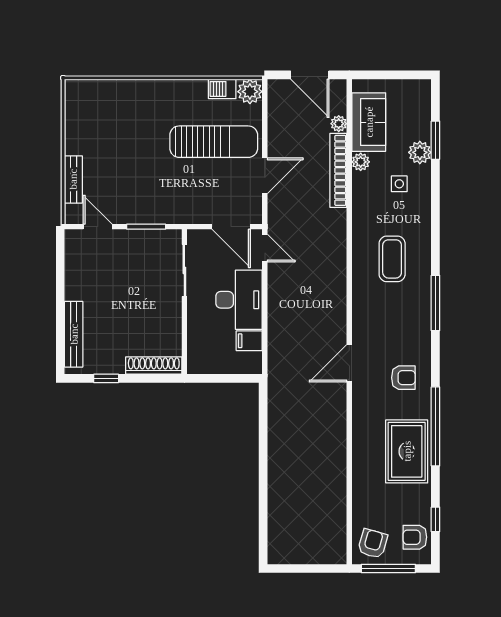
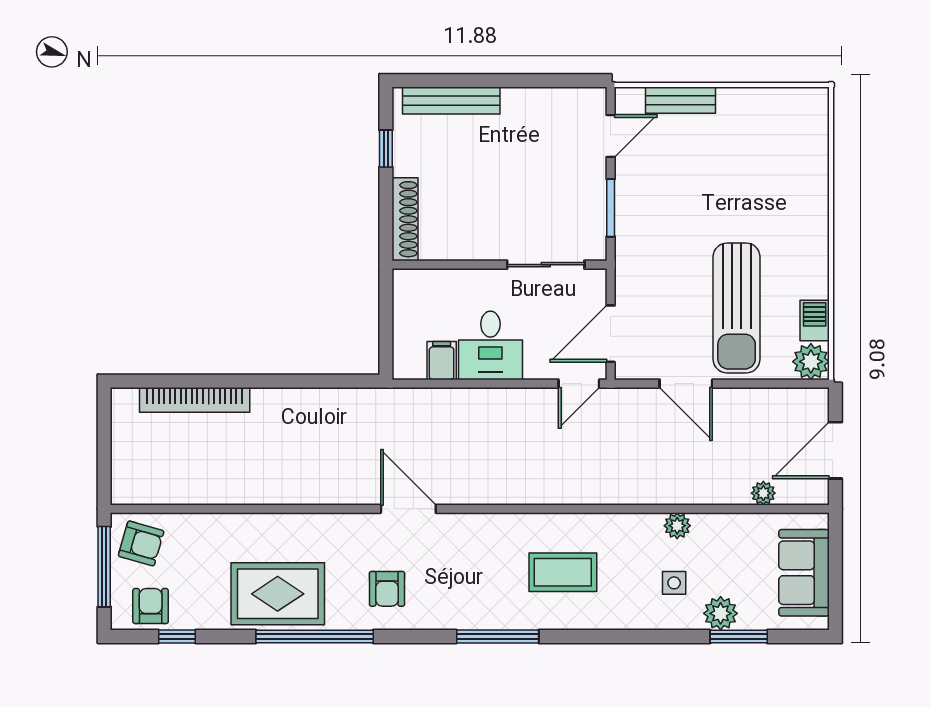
sofa: (369, 122) -> (804, 573), moved, turned 90
plant: (361, 162) -> (677, 526), moved
bookcase: (338, 170) -> (195, 400), moved, turned 180
desk: (239, 300) -> (490, 345), width x0.73

